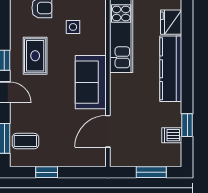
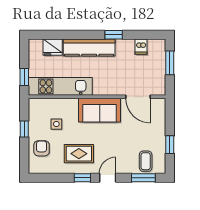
window: (187, 125) -> (114, 35), moved

